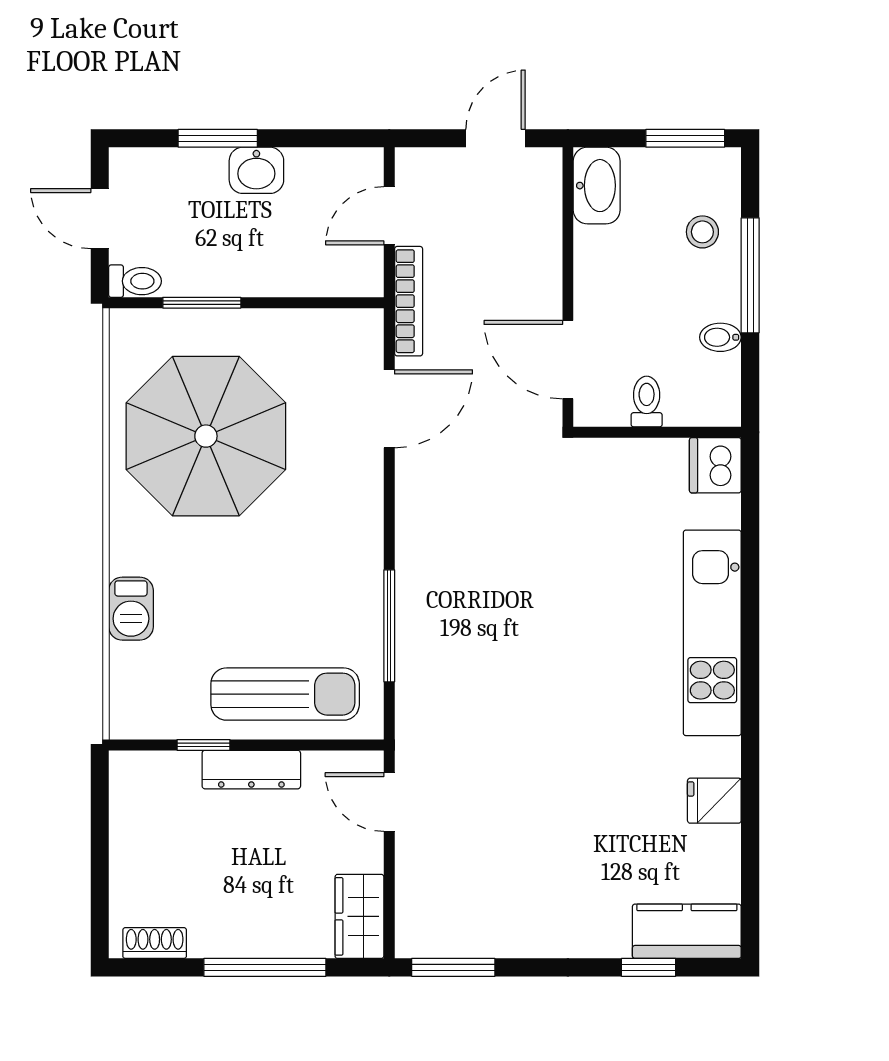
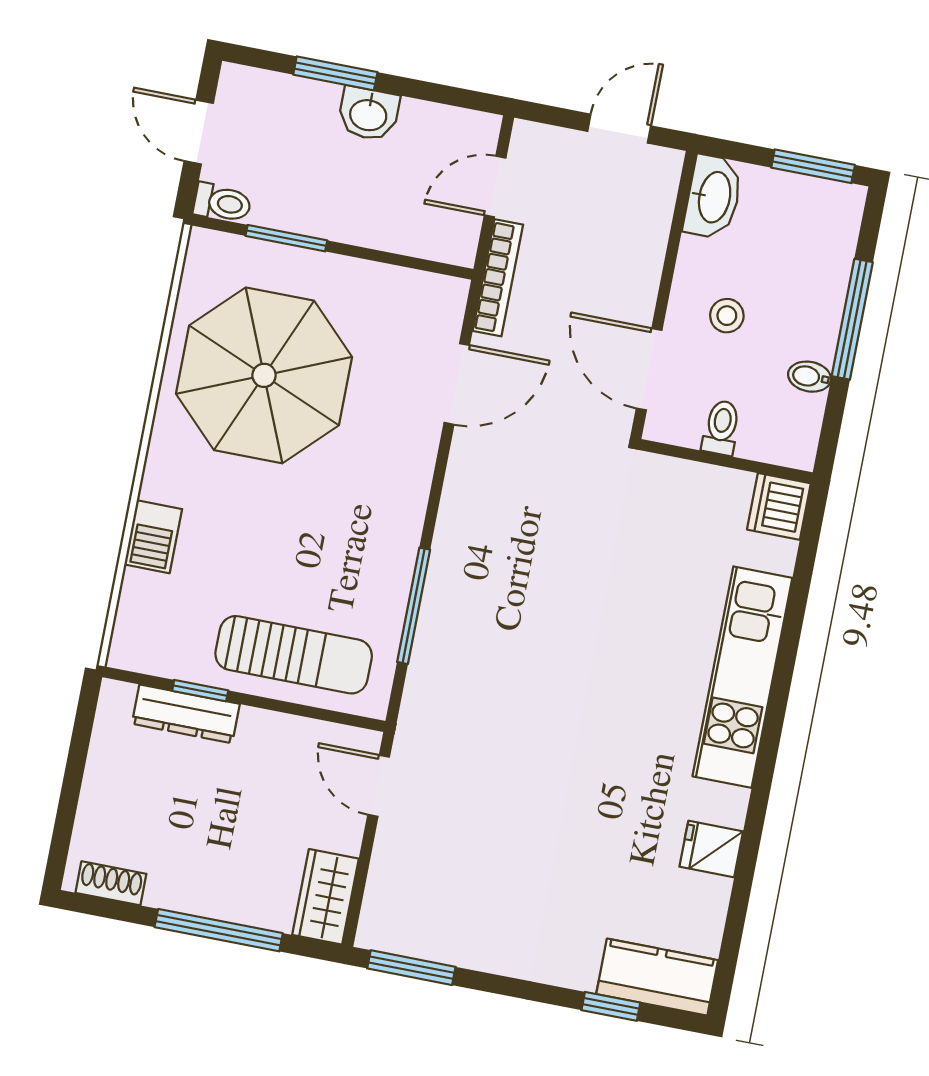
stool: (702, 232) -> (727, 316), moved
dresser: (251, 770) -> (186, 714), moved

